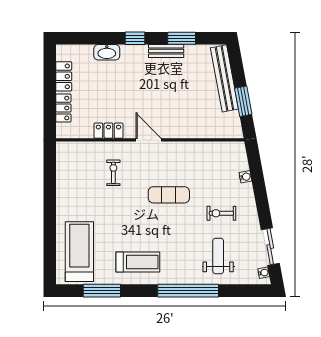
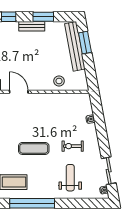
window: (243, 101) -> (85, 43), moved
stool: (203, 125) -> (59, 81), added
exercise mat: (169, 195) -> (34, 148), moved
window: (188, 291) -> (32, 203), moved

